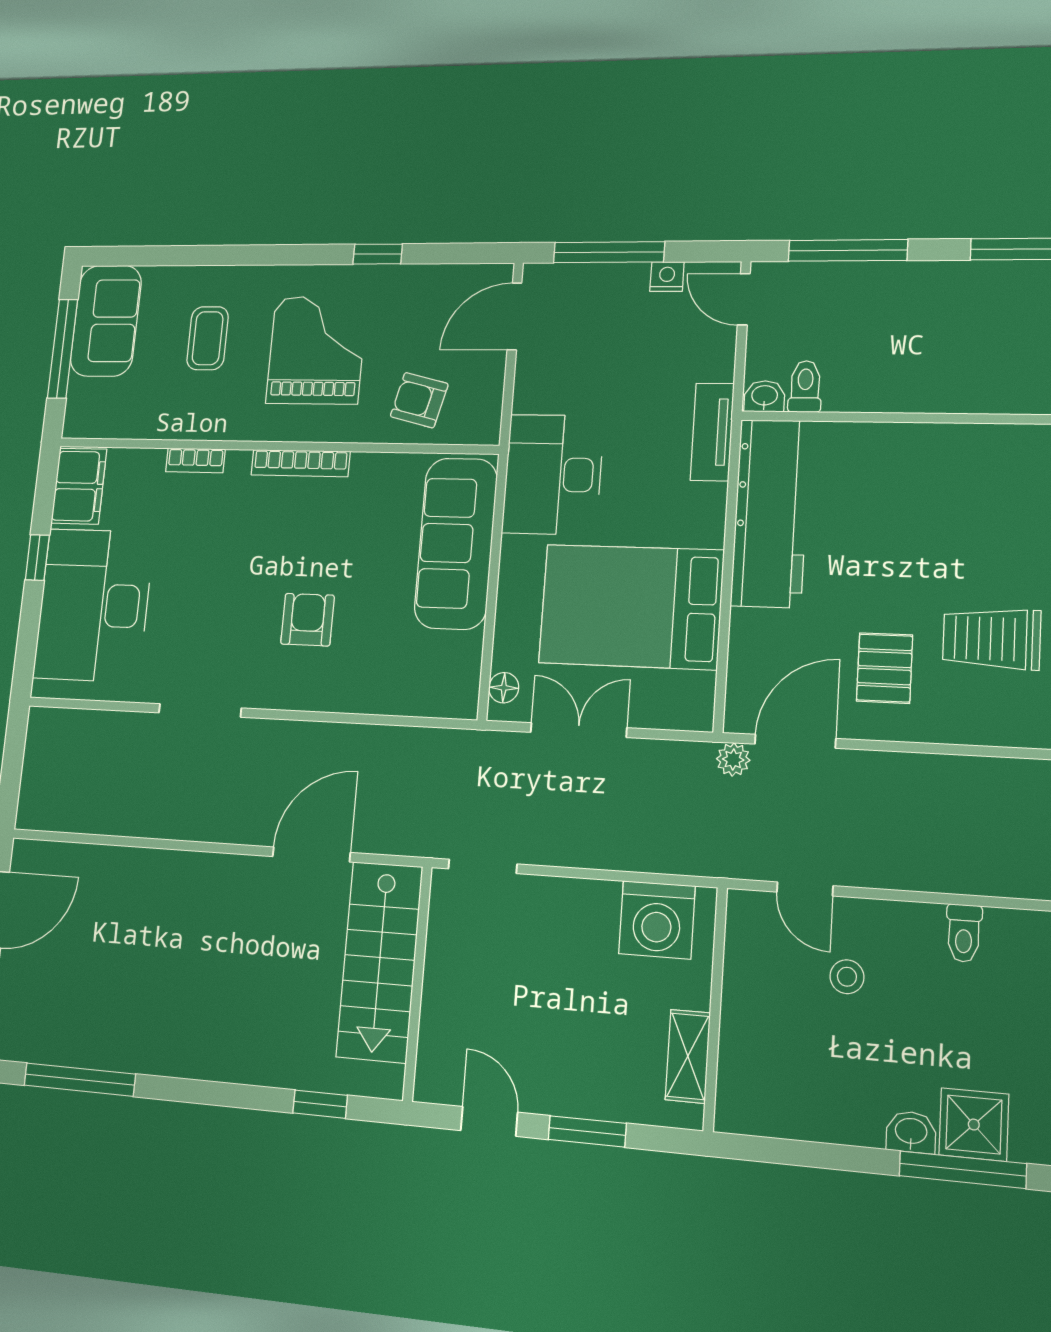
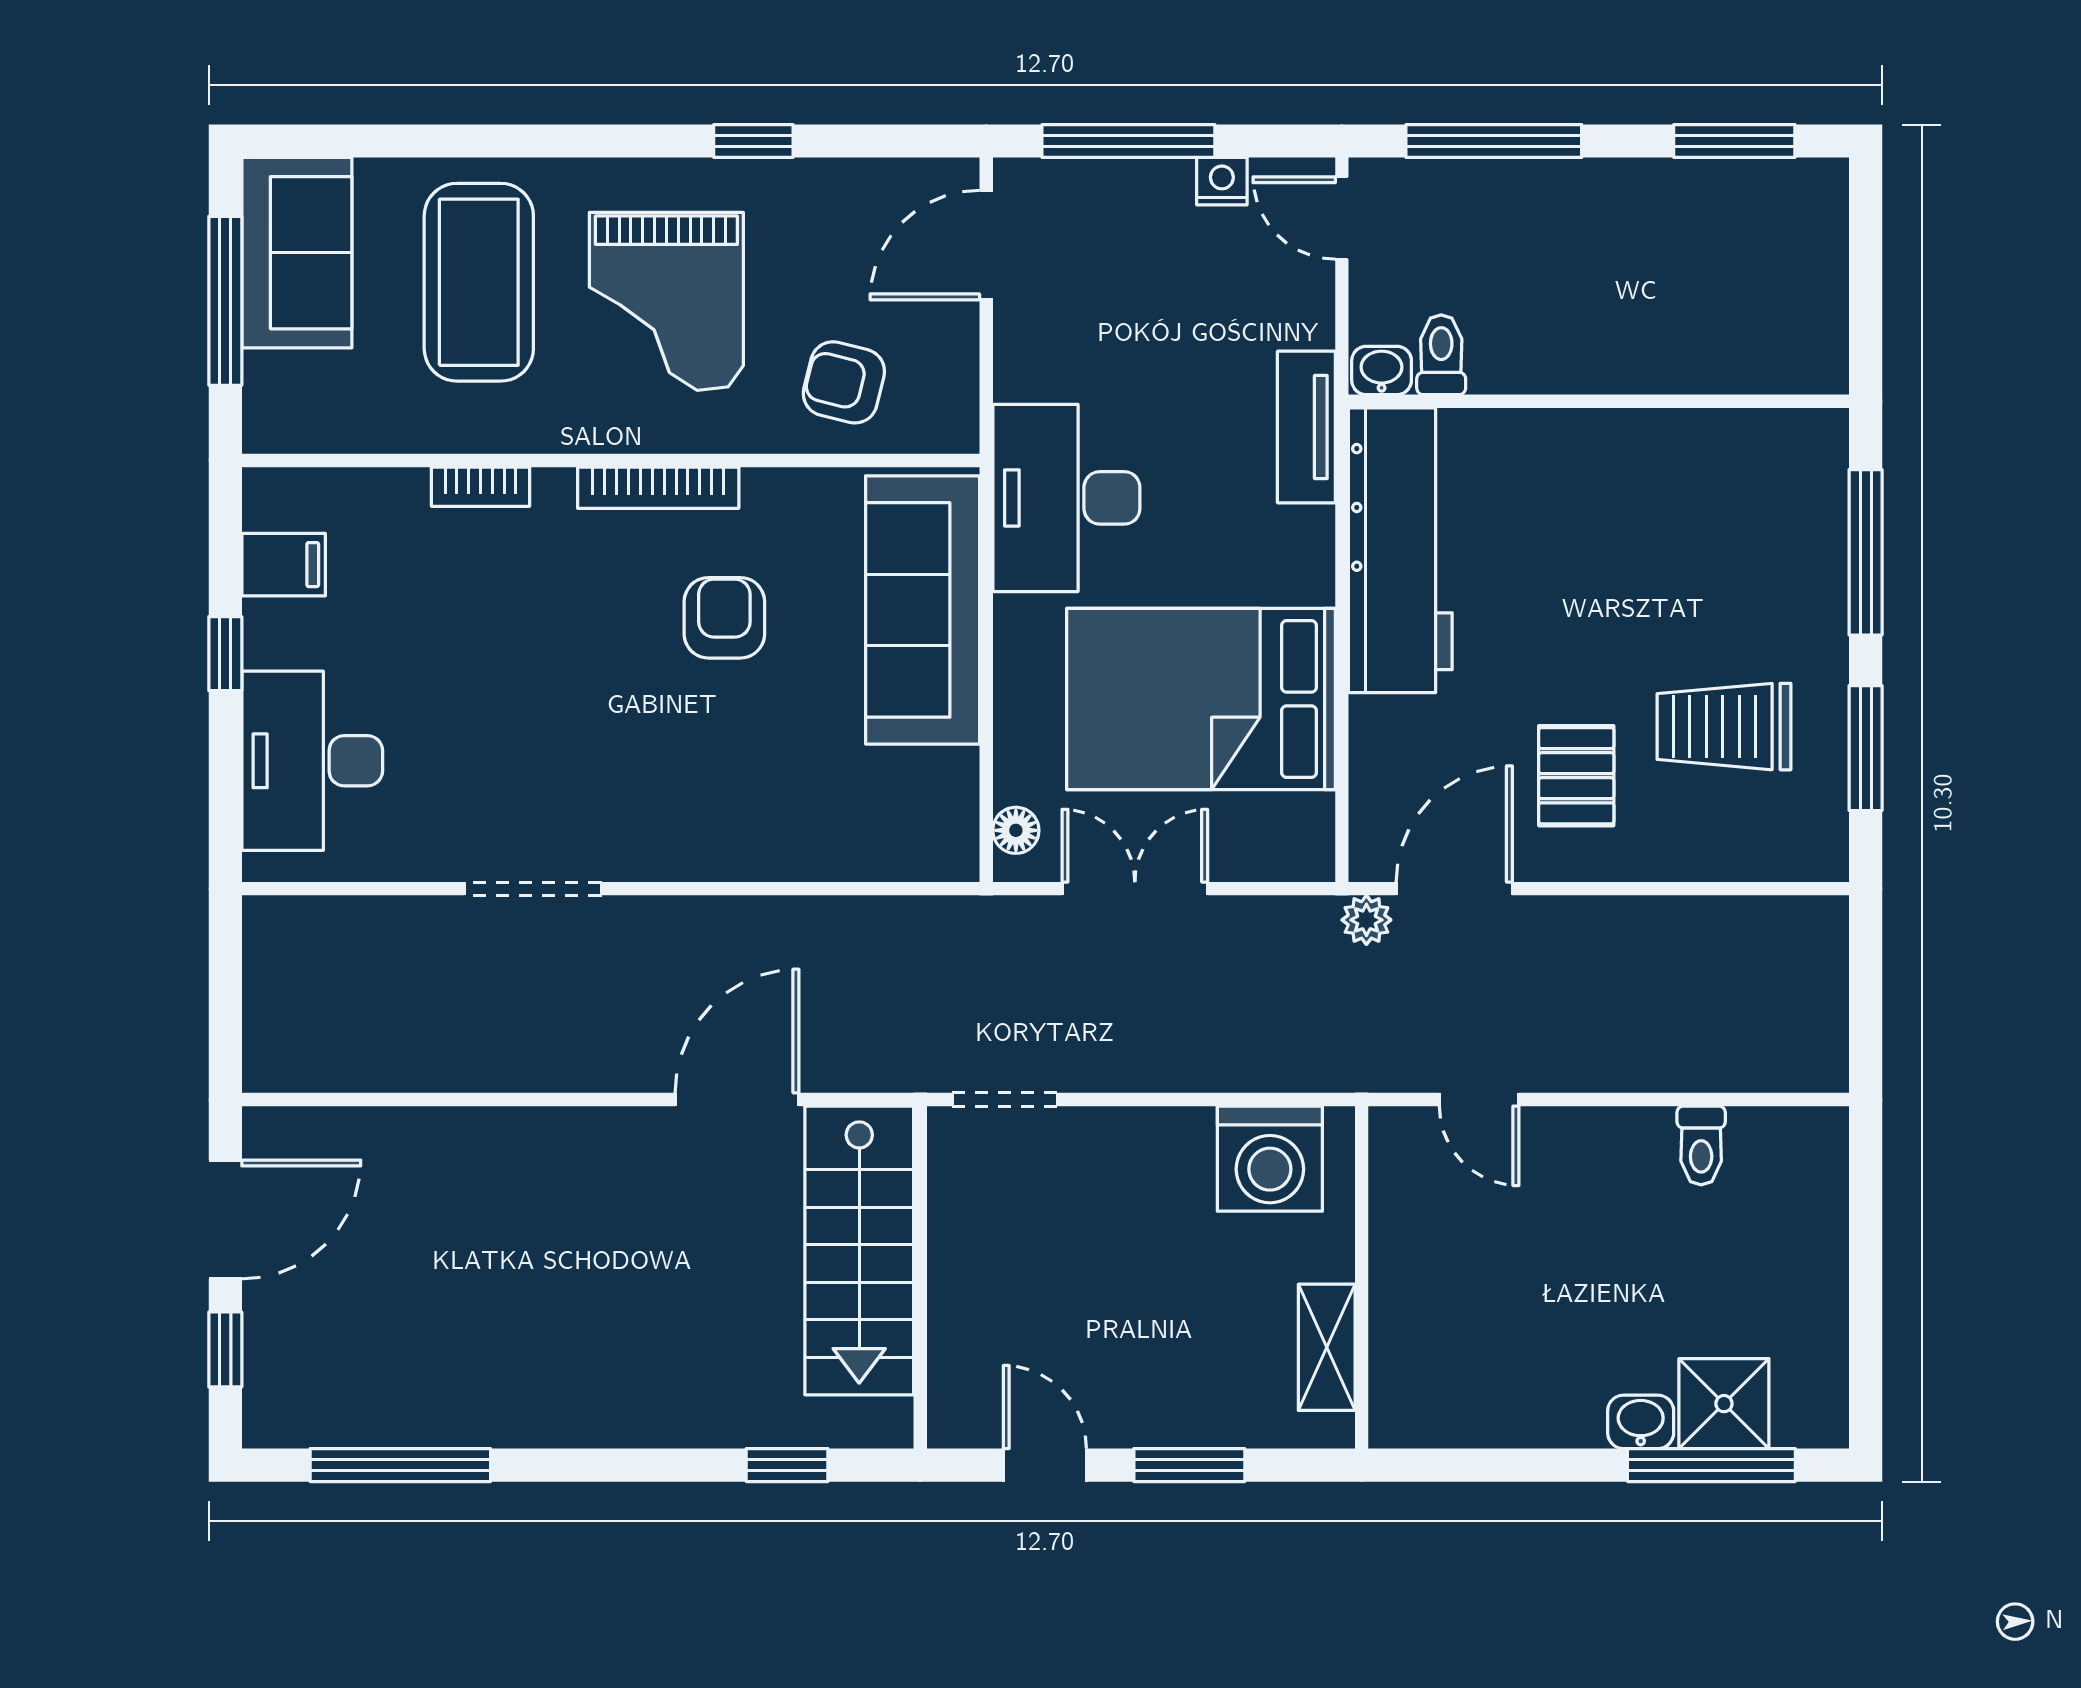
coffee table: (208, 338) -> (479, 282), width x1.86, depth x1.72
grand piano: (316, 350) -> (666, 301), turned 180
filing cabinet: (79, 486) -> (284, 565), width x0.50
desk: (94, 605) -> (312, 761), width x0.73, depth x0.77
armchair: (308, 620) -> (724, 618), moved
stool: (847, 977) -> (1544, 1218), removed

